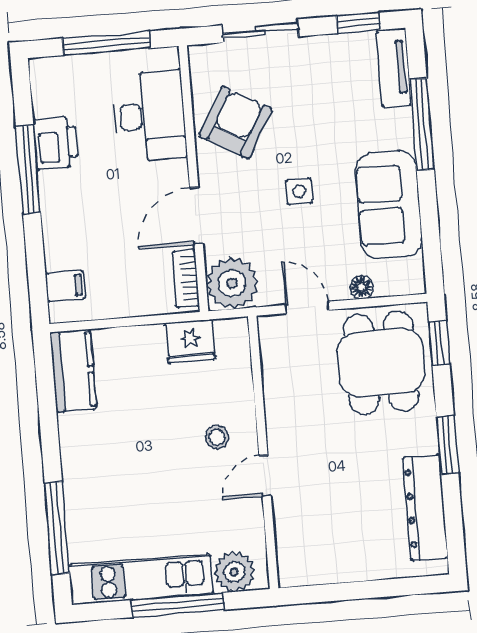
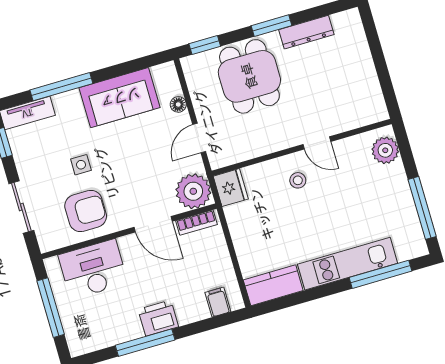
armchair: (235, 122) -> (86, 211), turned 151
printer: (55, 143) -> (158, 318), moved
side table: (299, 191) -> (81, 165), moved
fridge: (190, 341) -> (231, 188), moved
dining table: (381, 363) -> (249, 76), moved, turned 90
dresser: (425, 507) -> (306, 32), width x0.73, depth x0.80
kitchen unit: (141, 579) -> (348, 264), moved, turned 90
window: (178, 605) -> (422, 208), moved

